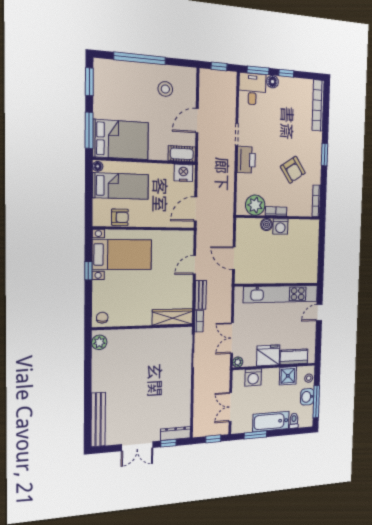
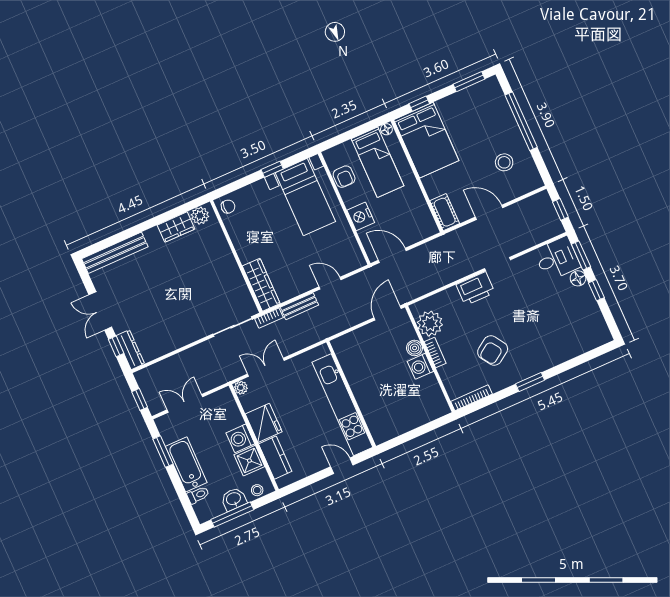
bookcase: (318, 105) -> (582, 346), removed
window: (89, 130) -> (419, 104), width x0.46
nightstand: (183, 173) -> (361, 216), moved, turned 180
door: (234, 258) -> (388, 313), moved
wardrobe: (100, 364) -> (176, 227), added
washing machine: (253, 377) -> (240, 438), moved

